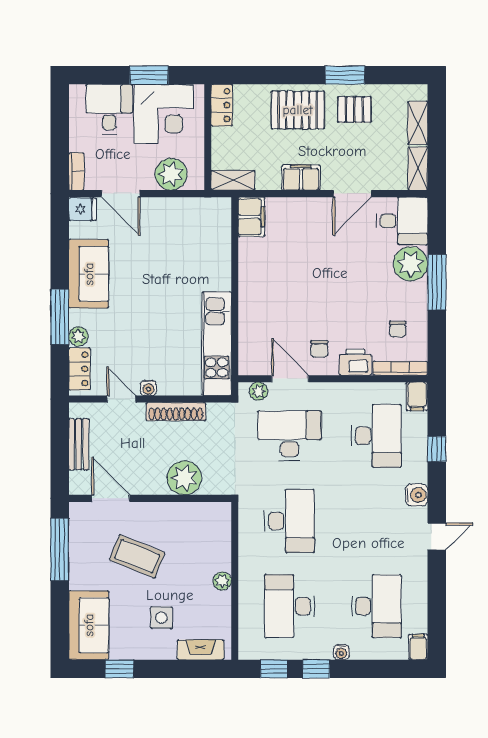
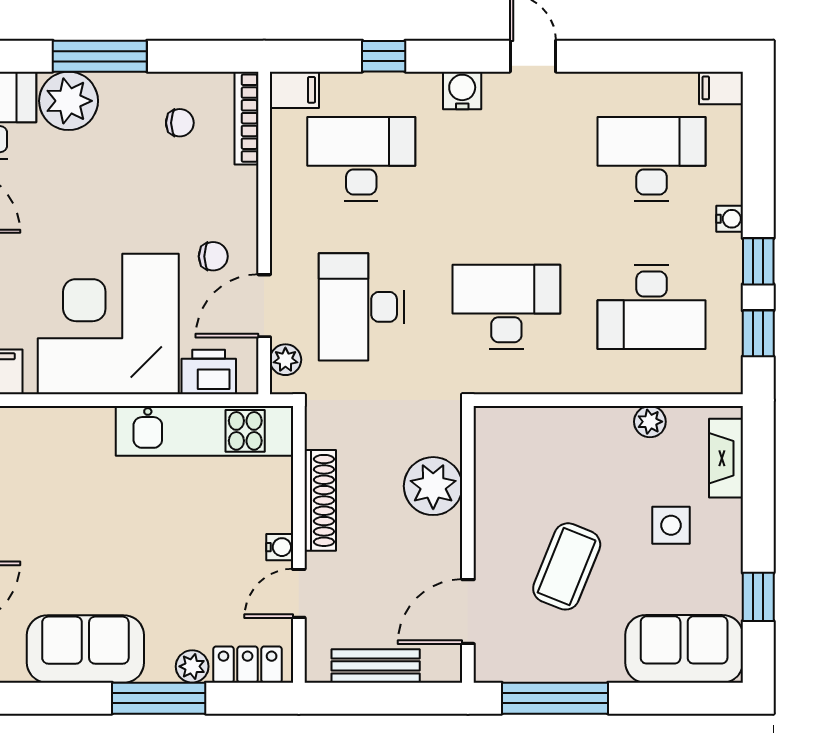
corner desk: (279, 287) -> (108, 324), added
printer: (355, 362) -> (209, 372), moved, turned 90
plant: (222, 581) -> (650, 422), moved

